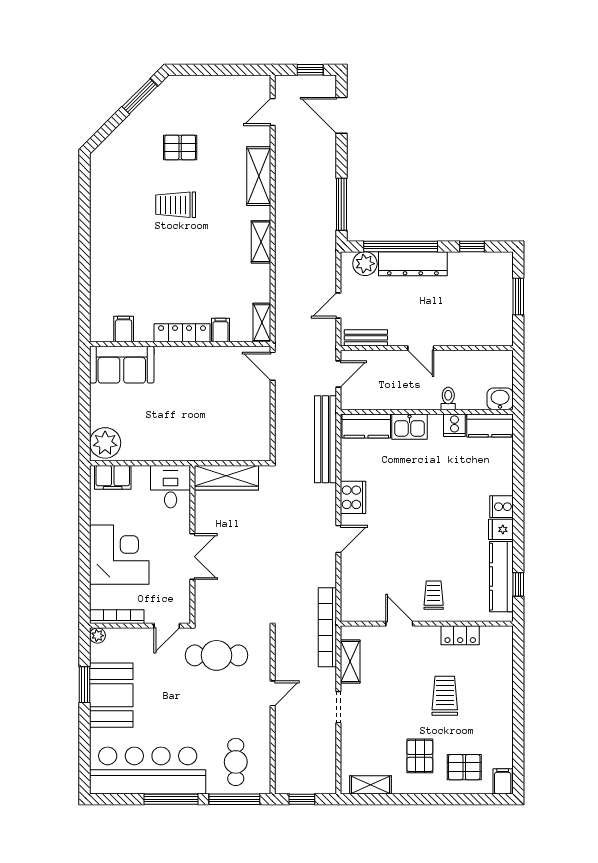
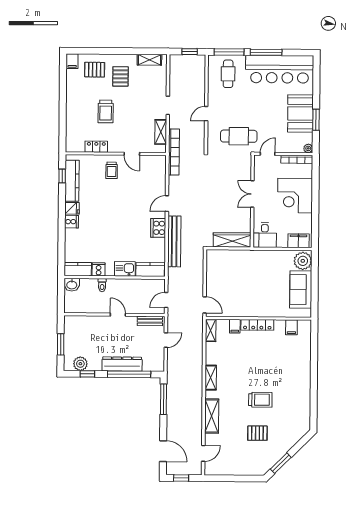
plant: (365, 264) -> (80, 364), moved
sofa: (122, 365) -> (301, 290), moved, turned -90
bench: (325, 439) -> (174, 241), moved

